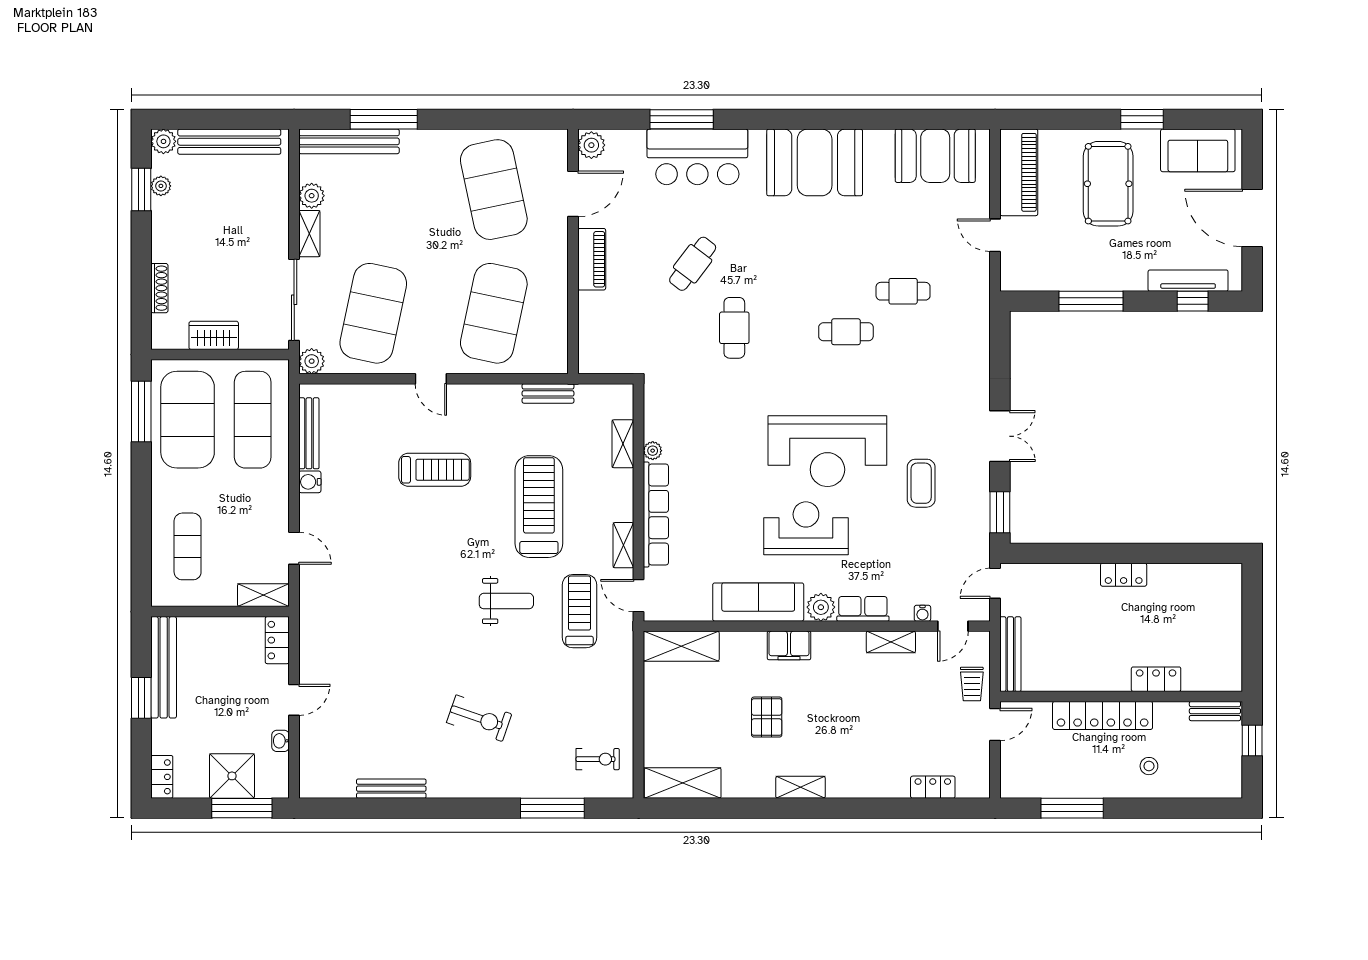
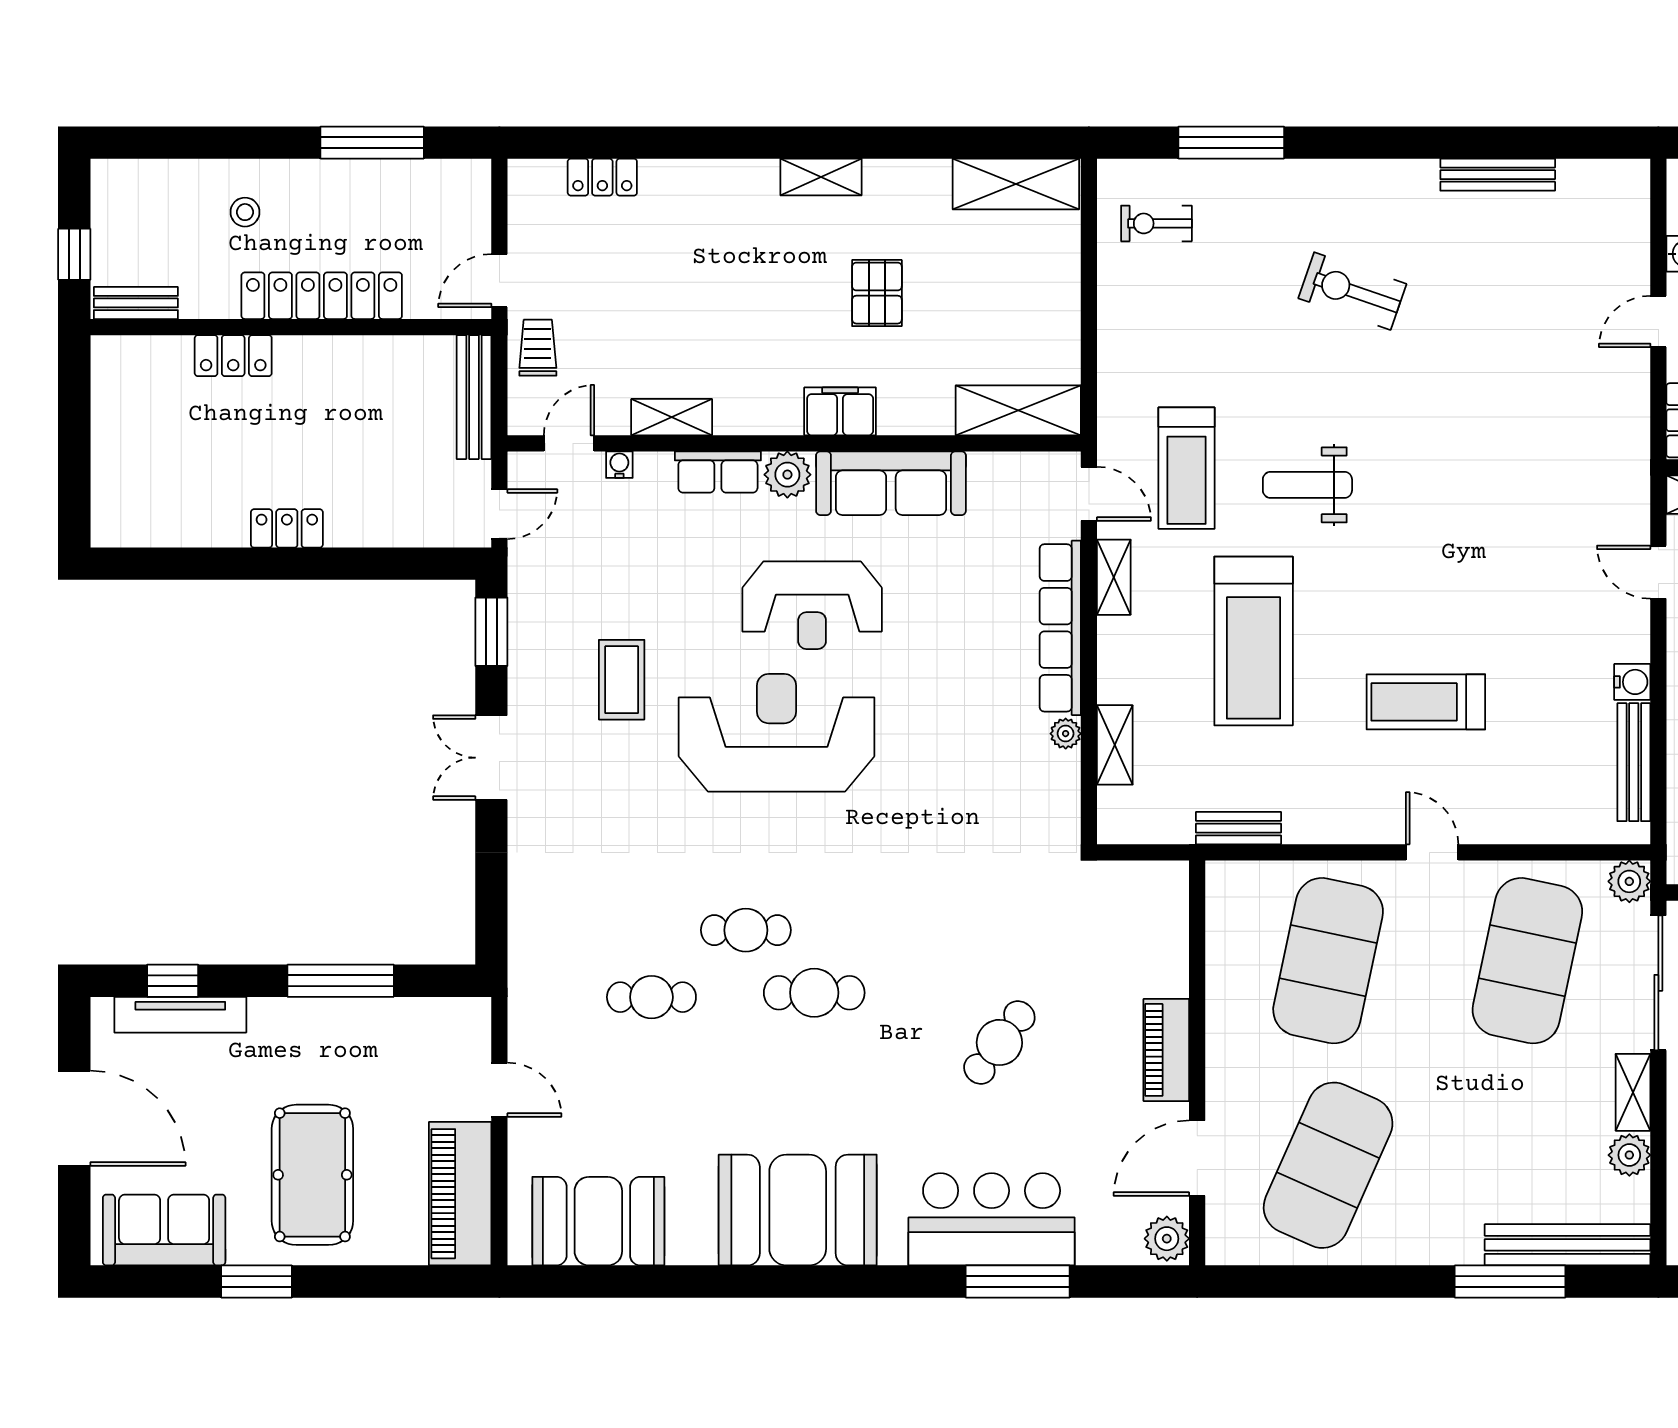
exercise mat: (494, 190) -> (1328, 1165), turned 36
cafe table: (734, 328) -> (814, 993), moved, turned 90

